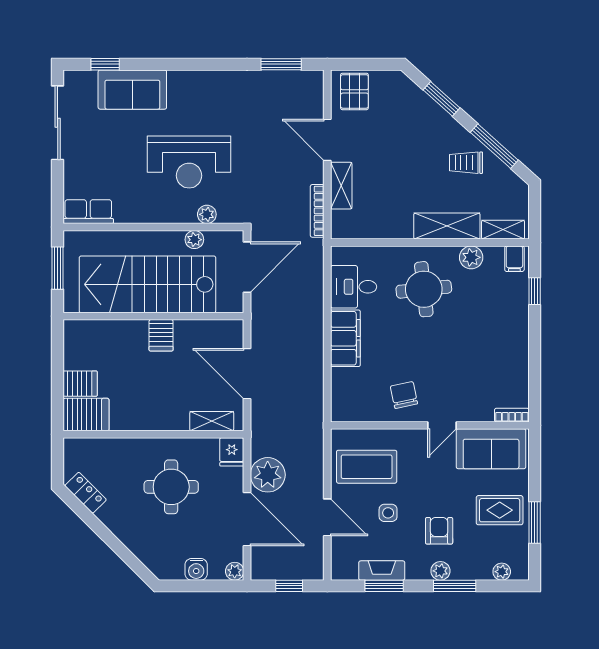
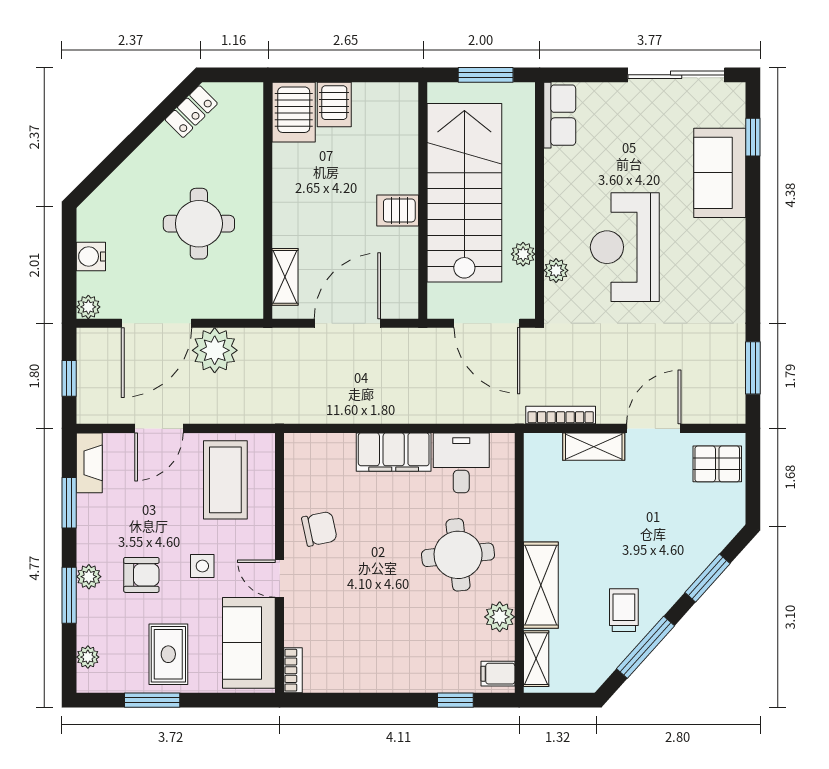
fridge: (232, 452) -> (245, 303), removed
side table: (388, 513) -> (202, 566), moved
fireplace: (382, 571) -> (89, 463), moved

